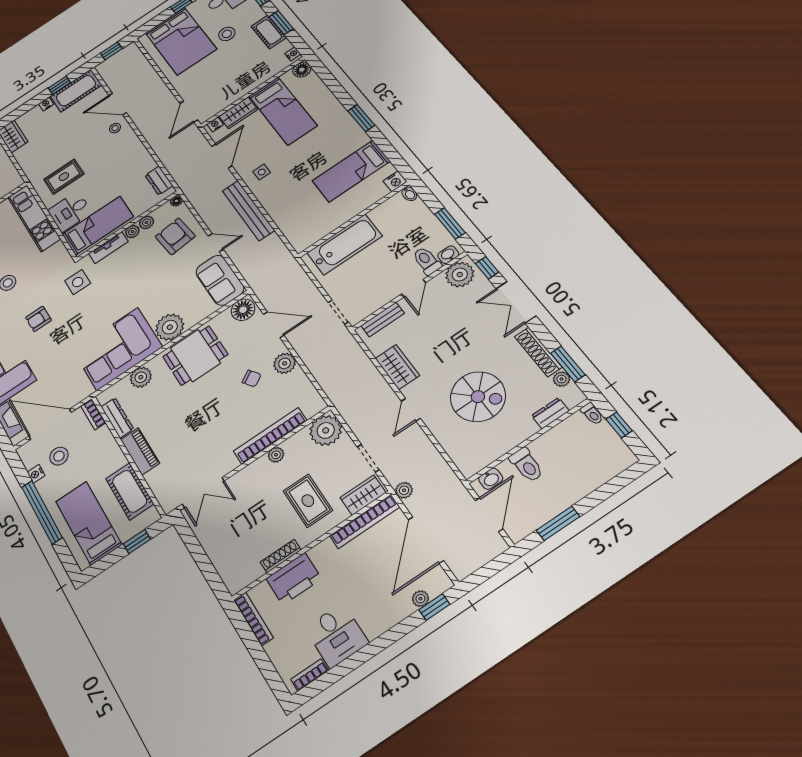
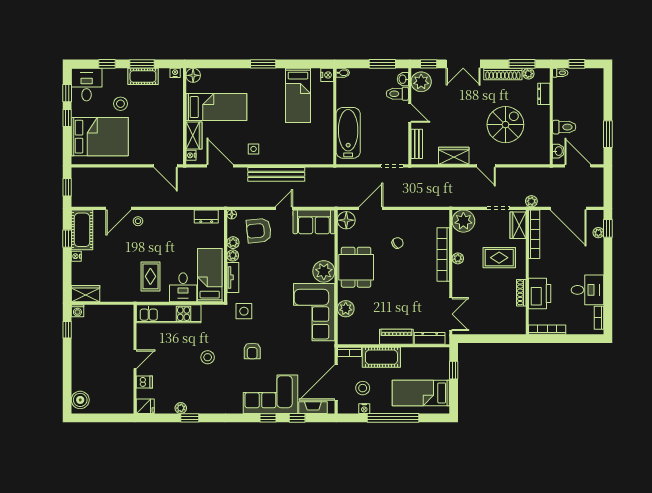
plant: (285, 363) -> (402, 218), removed
dresser: (117, 418) -> (430, 338), moved
cot: (130, 491) -> (381, 357), moved

